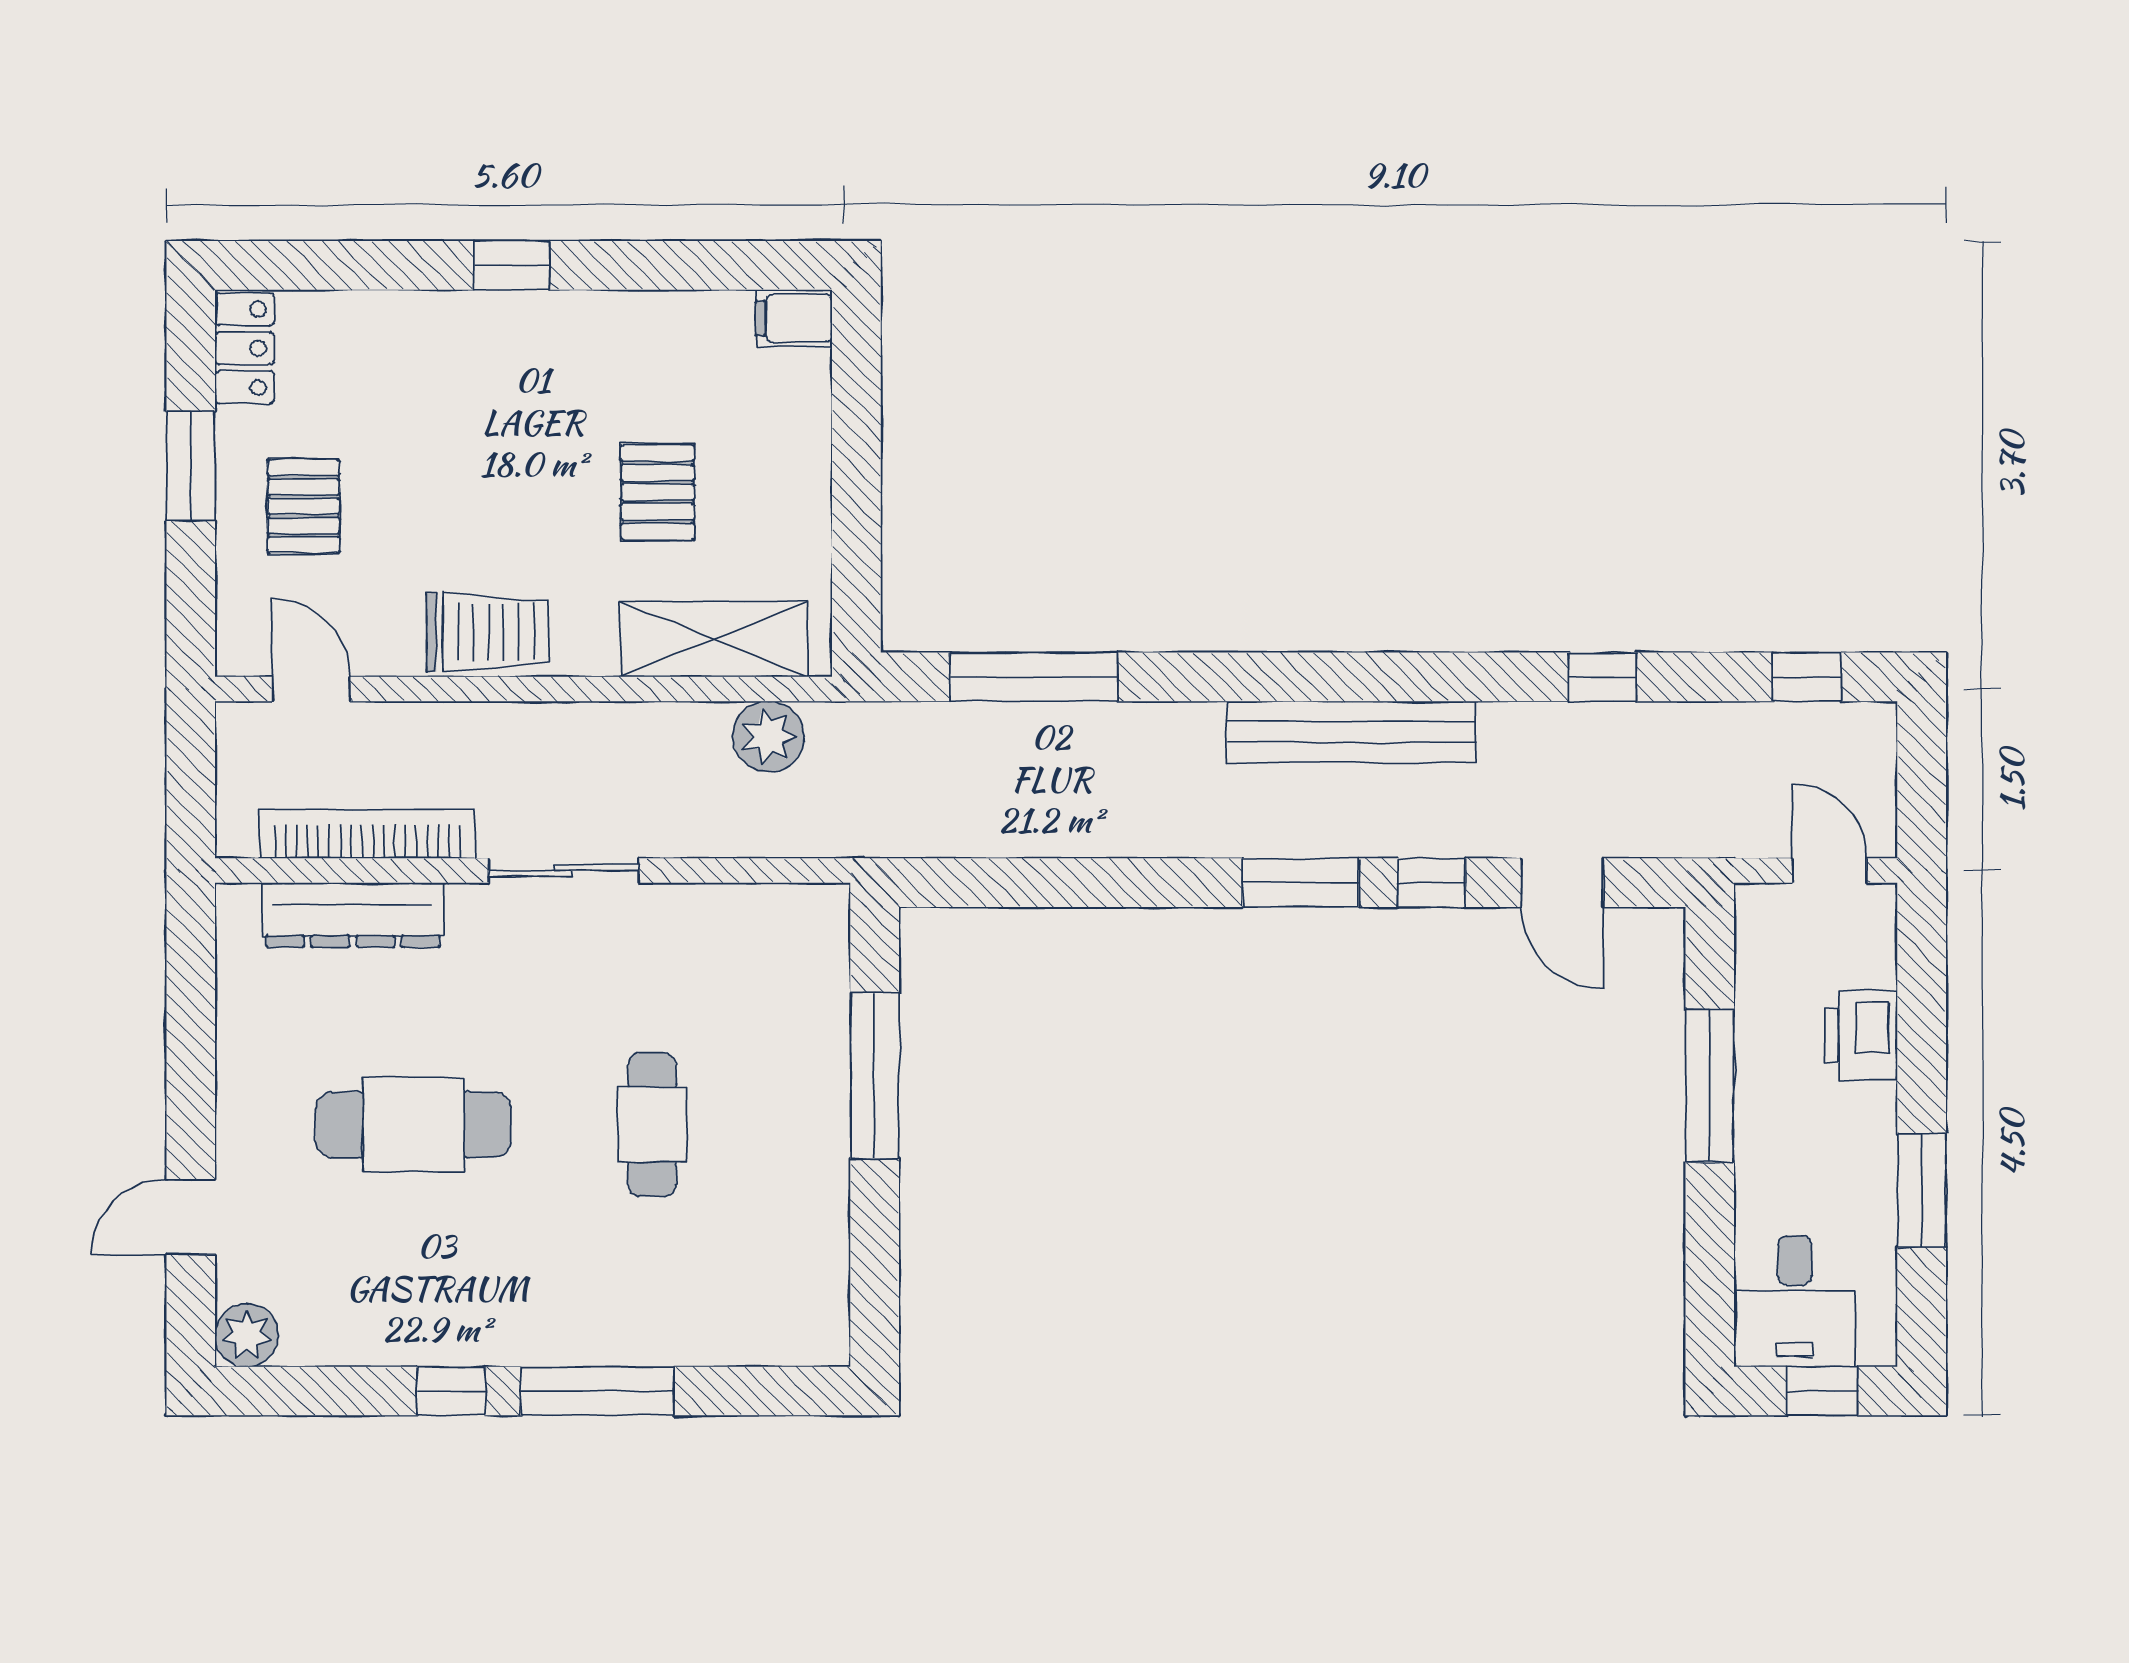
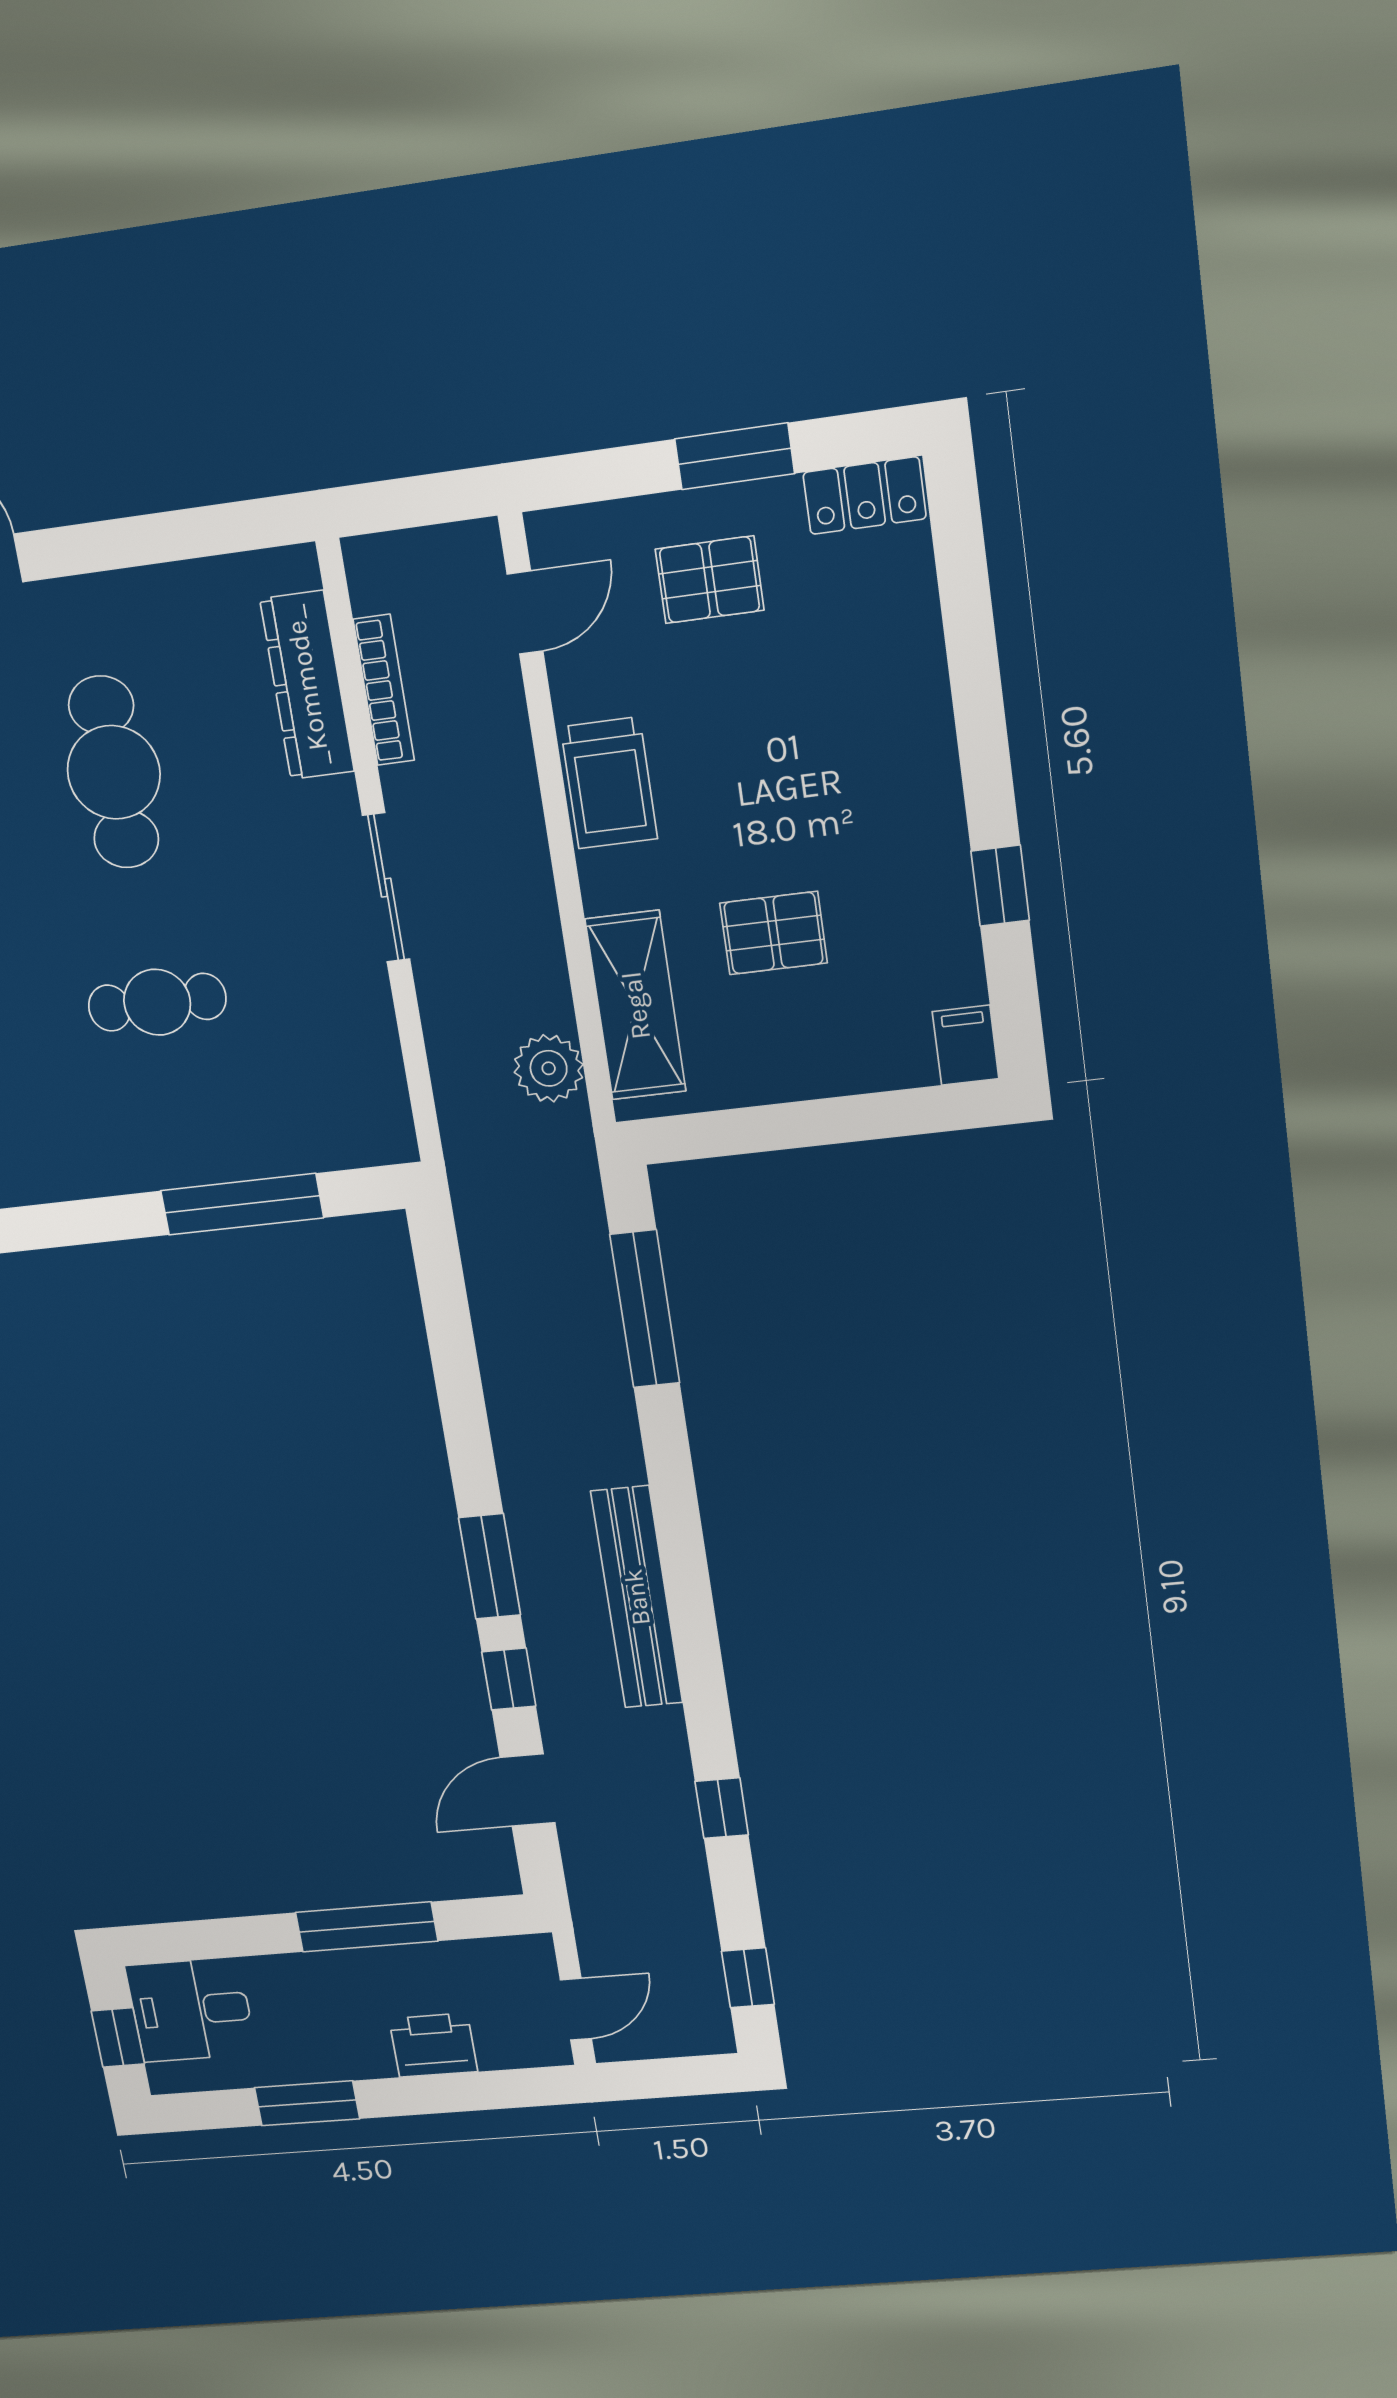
window: (512, 265) -> (1000, 886), moved
bookcase: (367, 834) -> (384, 690), width x0.68, depth x0.76

